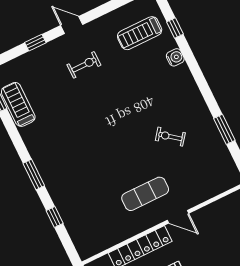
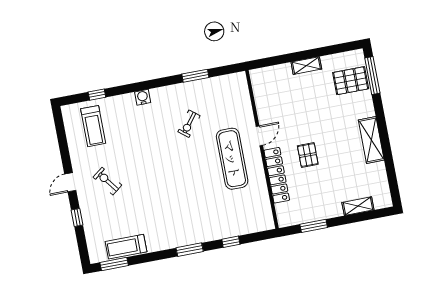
water cooler: (175, 57) -> (143, 97), moved
exercise bike: (84, 65) -> (107, 181), turned -37
exercise mat: (145, 194) -> (232, 159), width x1.36, depth x1.45

